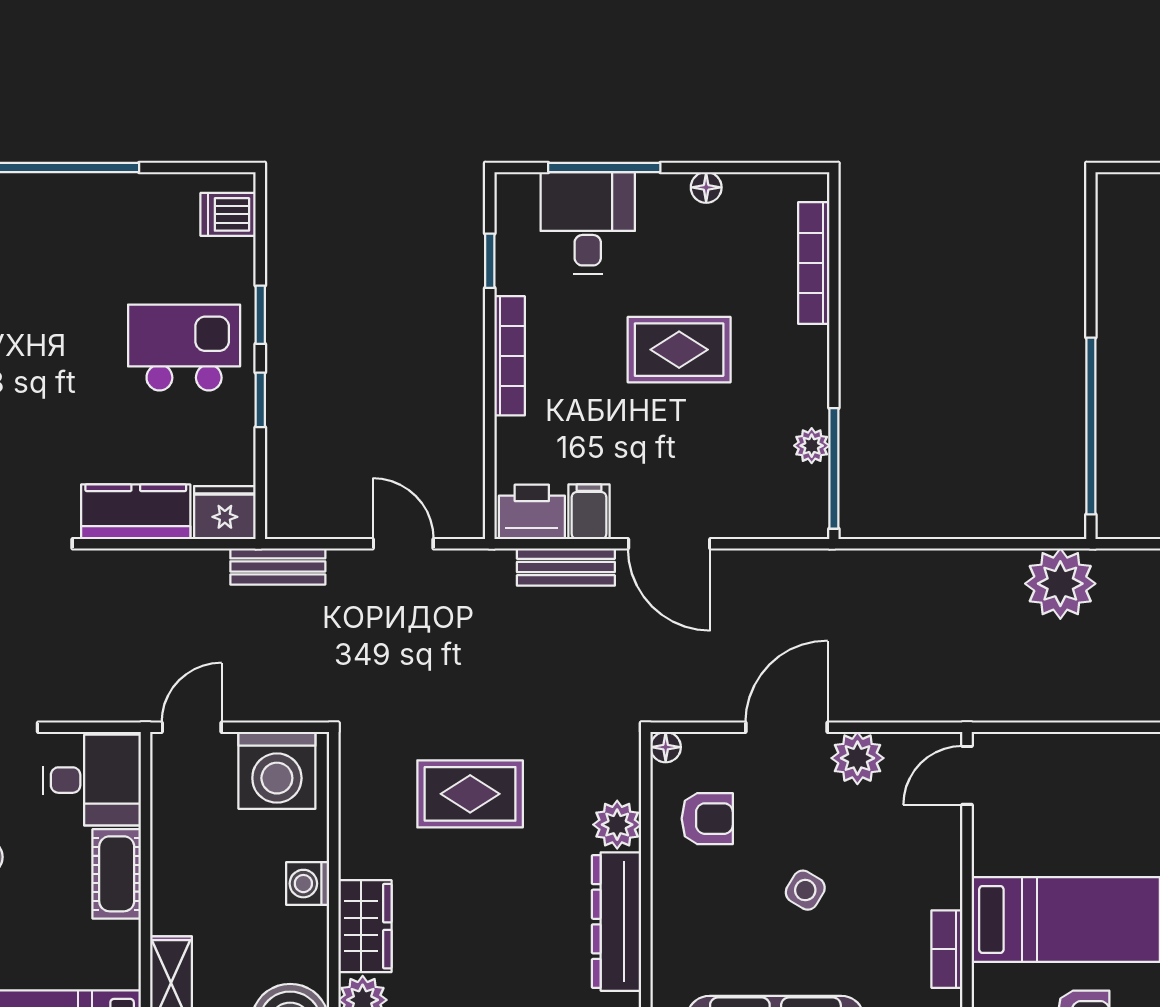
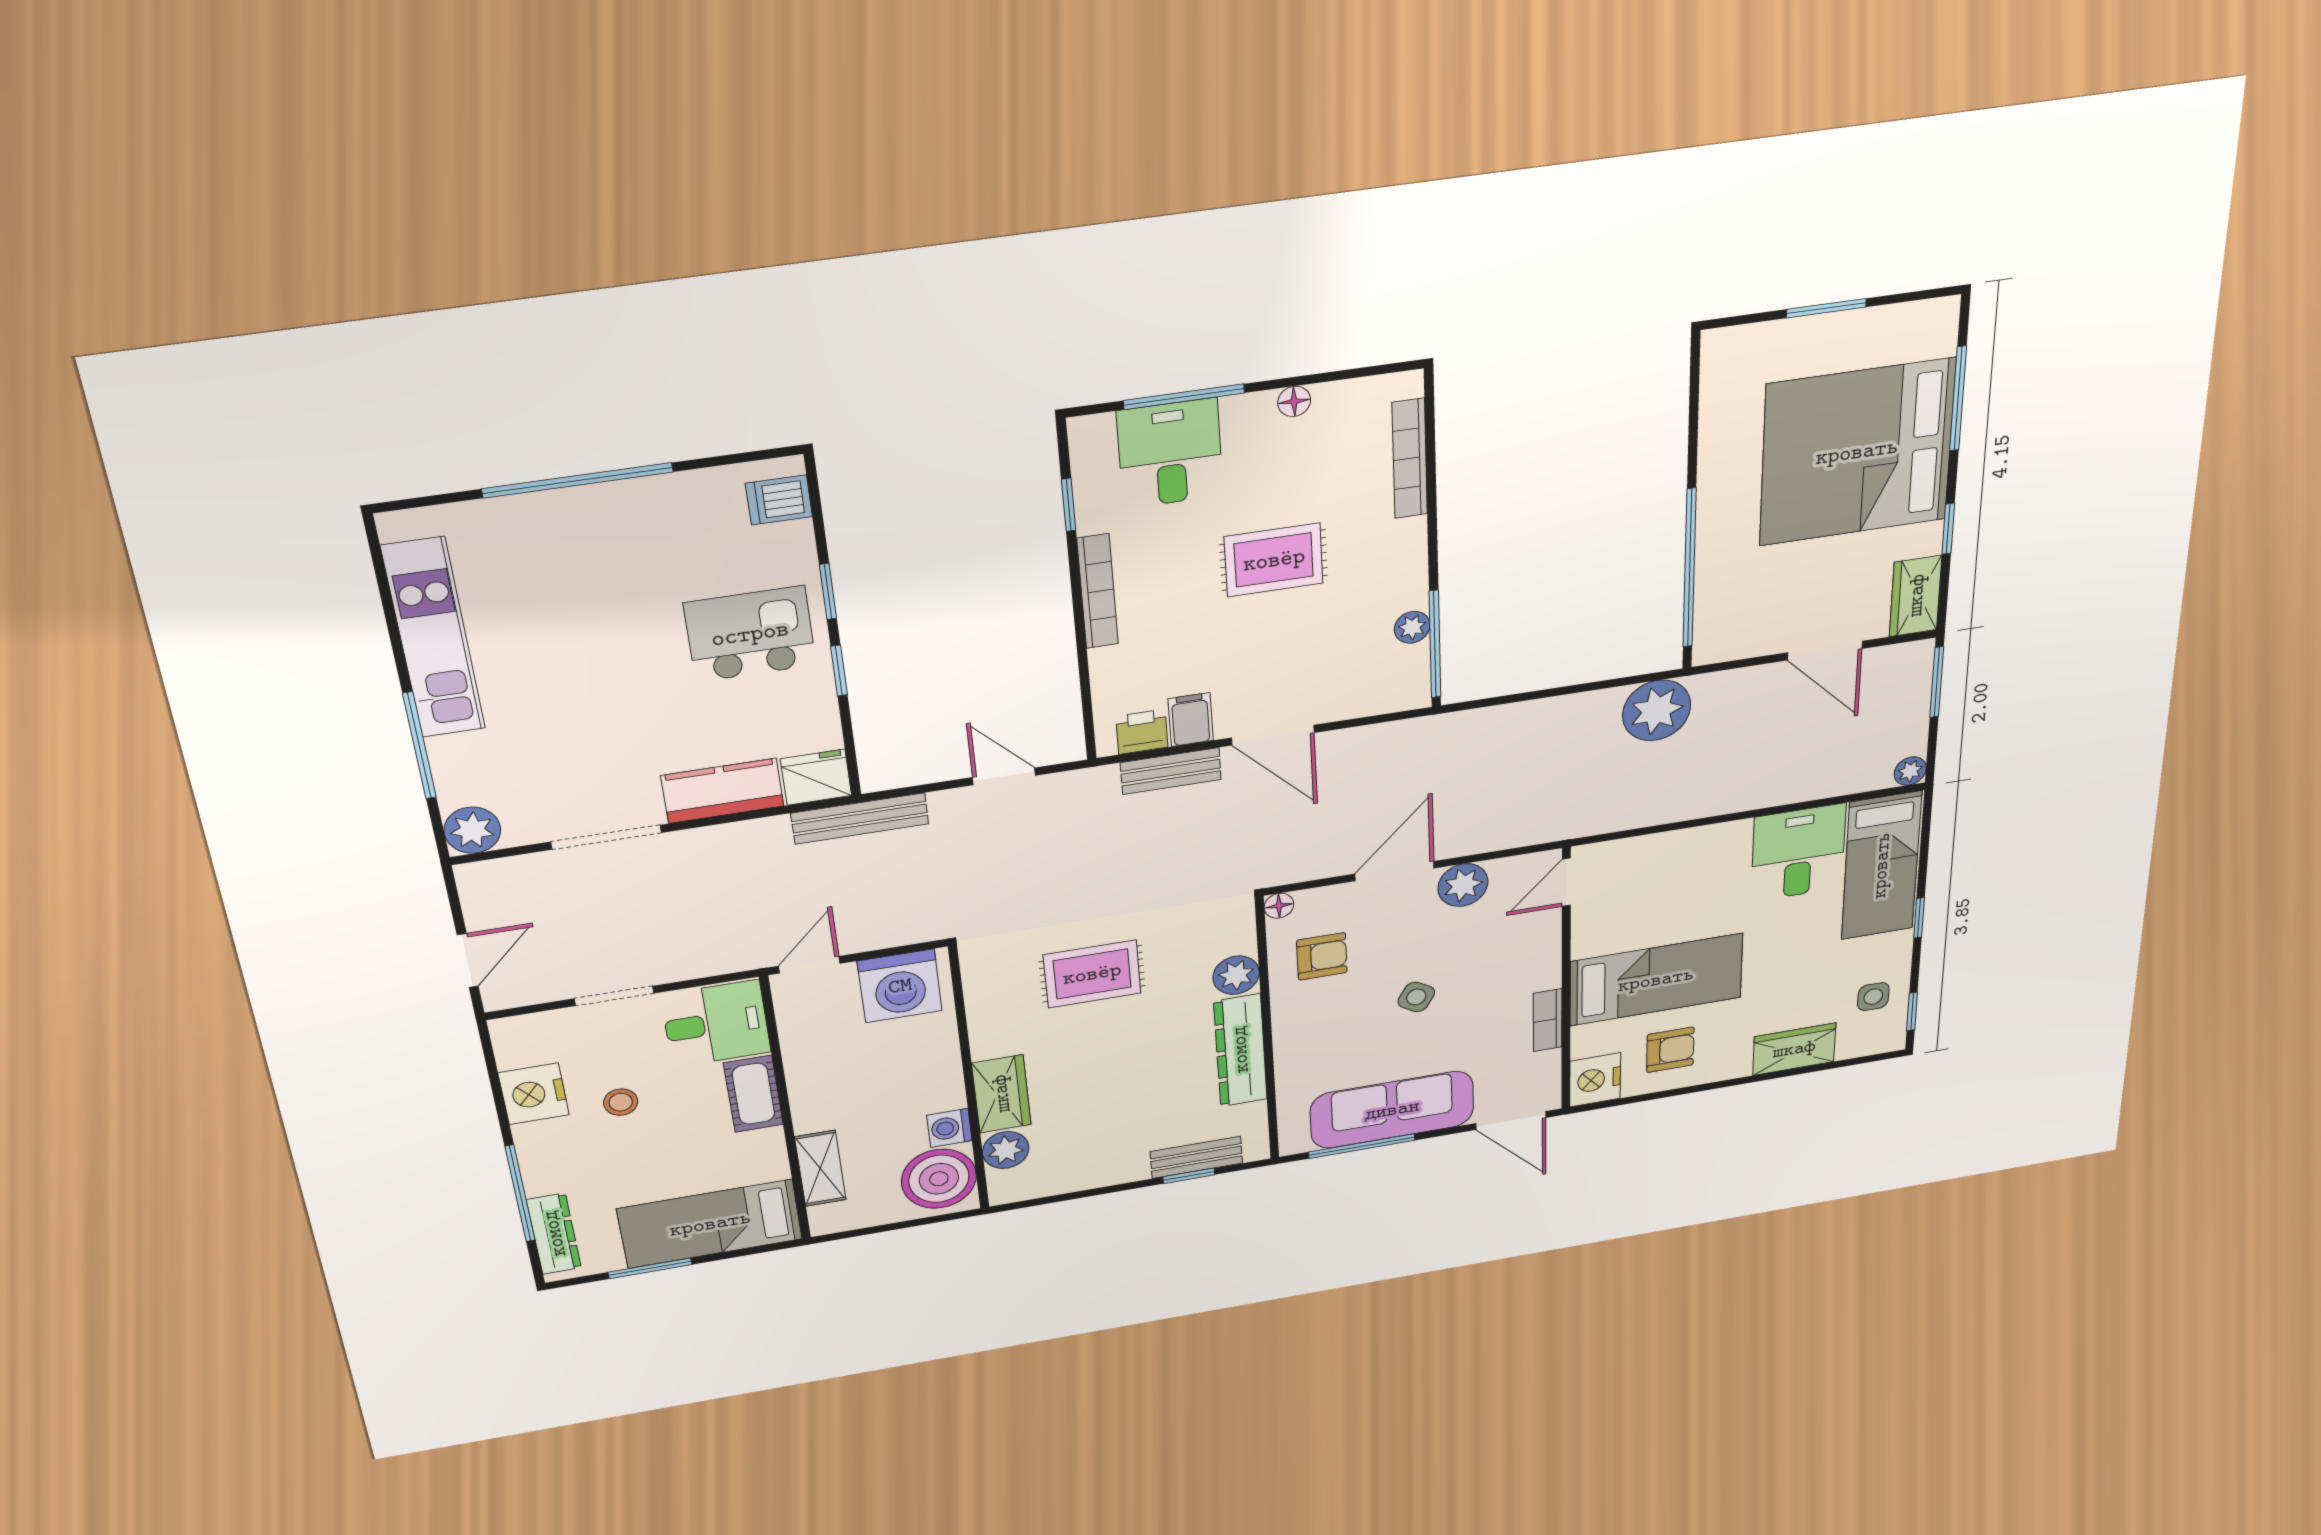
printer: (532, 512) -> (1142, 732), width x0.73, depth x0.81
bench: (278, 566) -> (860, 819), width x1.36
washing machine: (308, 884) -> (949, 1128), moved

